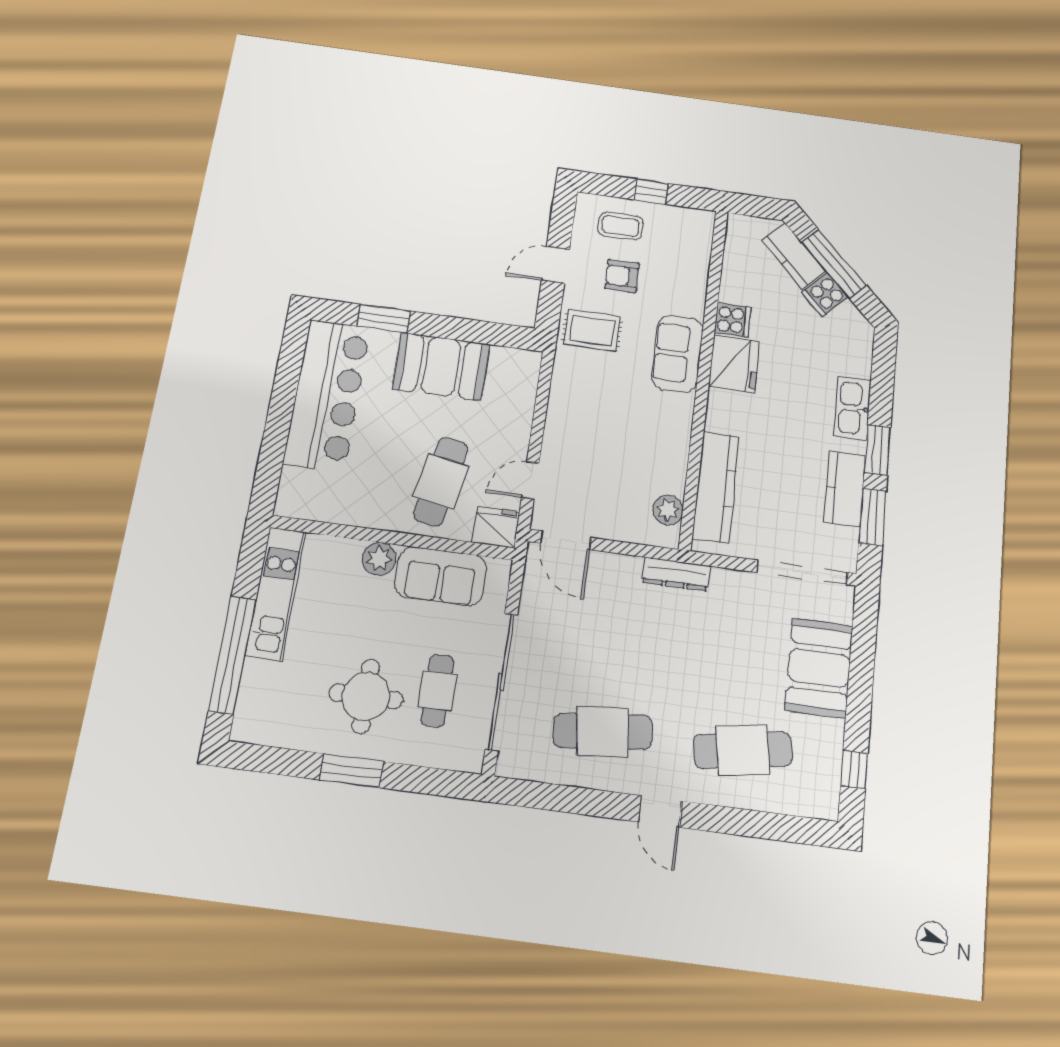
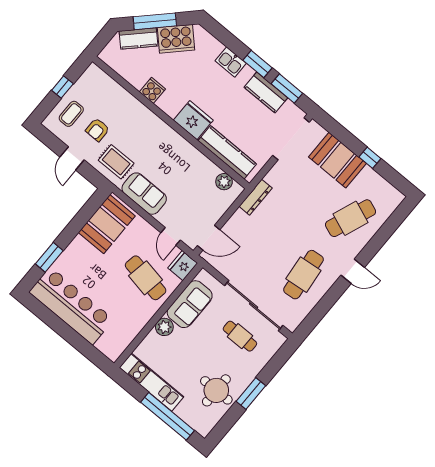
cooker: (825, 295) -> (176, 39), width x1.87, depth x1.31
rug: (592, 331) -> (116, 162), turned 90
sofa: (678, 353) -> (144, 194), moved, turned 180
fridge: (734, 364) -> (193, 120), moved
booth: (441, 367) -> (107, 224), moved
kitchen sink: (853, 408) -> (231, 62), width x0.73
round table: (366, 696) -> (216, 390), moved
cafe table: (743, 750) -> (351, 218), turned 30
window: (854, 769) -> (370, 158), moved

